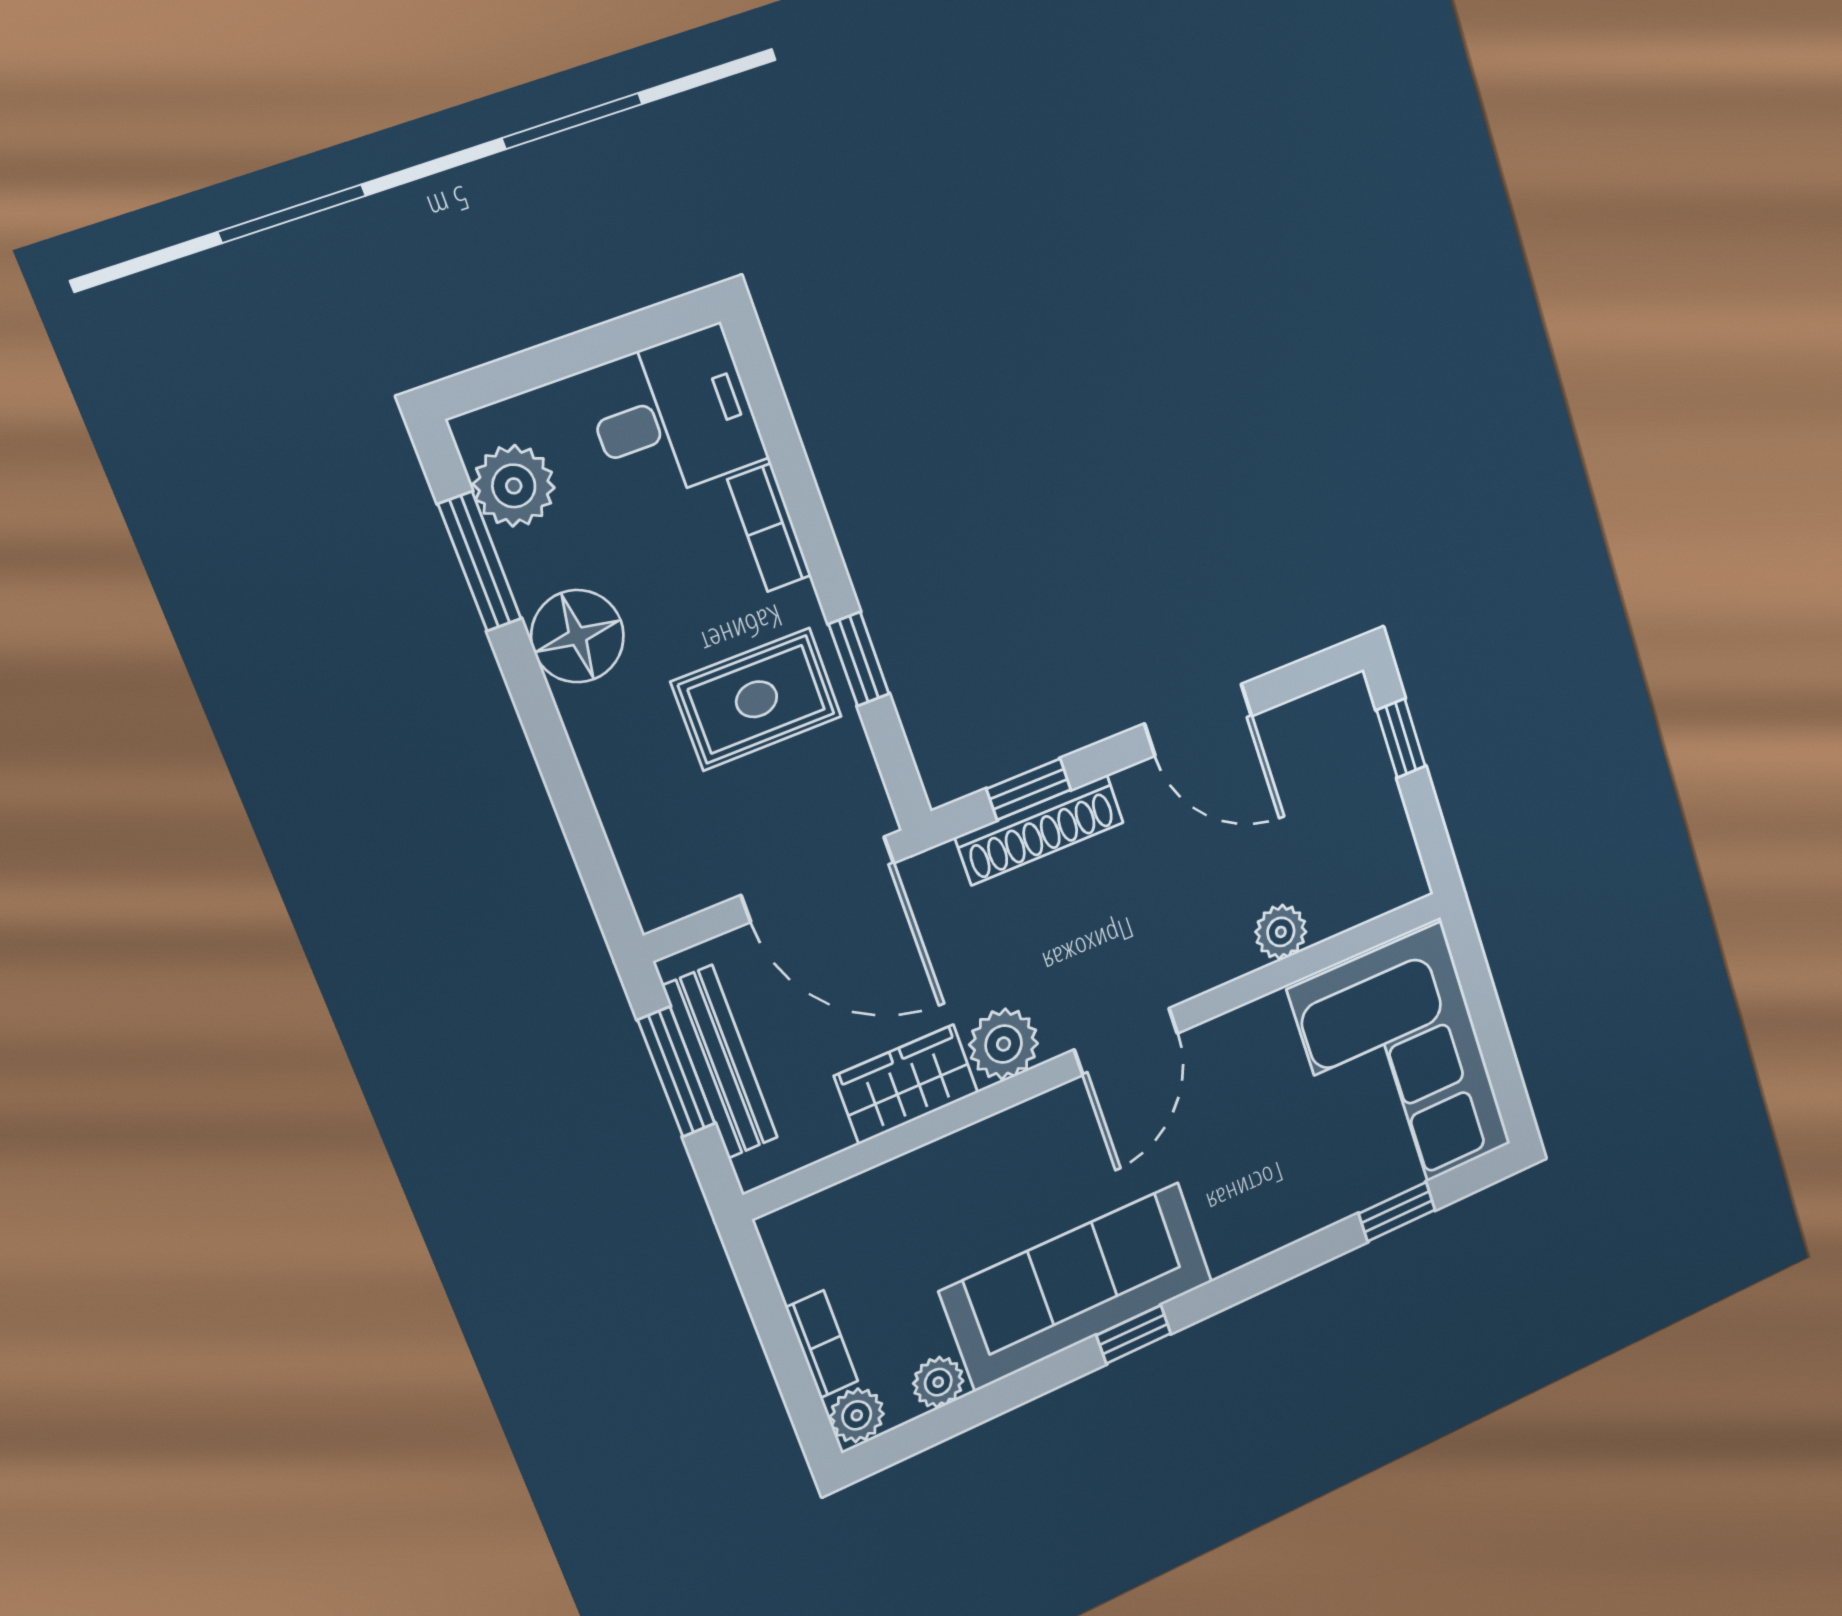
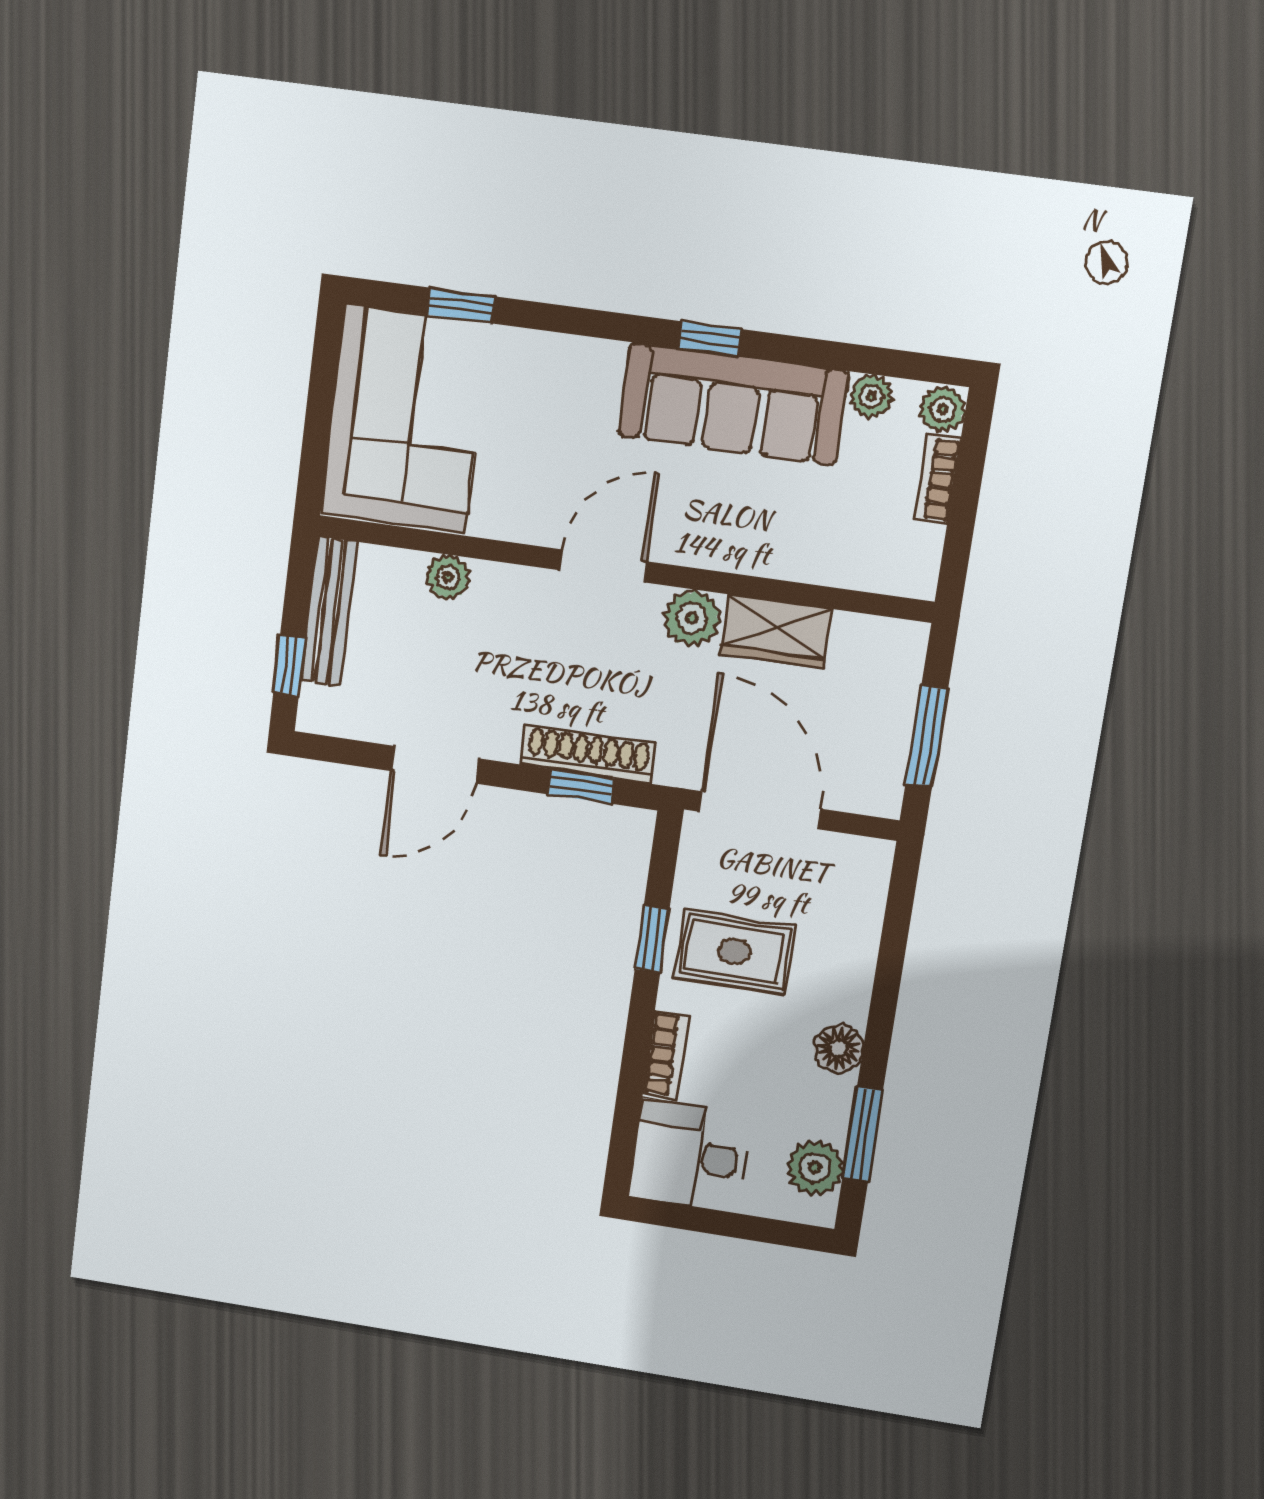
floor lamp: (577, 636) -> (838, 1048), width x0.73, depth x0.73
door: (1198, 720) -> (435, 765), swing flipped
bench: (720, 1062) -> (329, 612), moved

